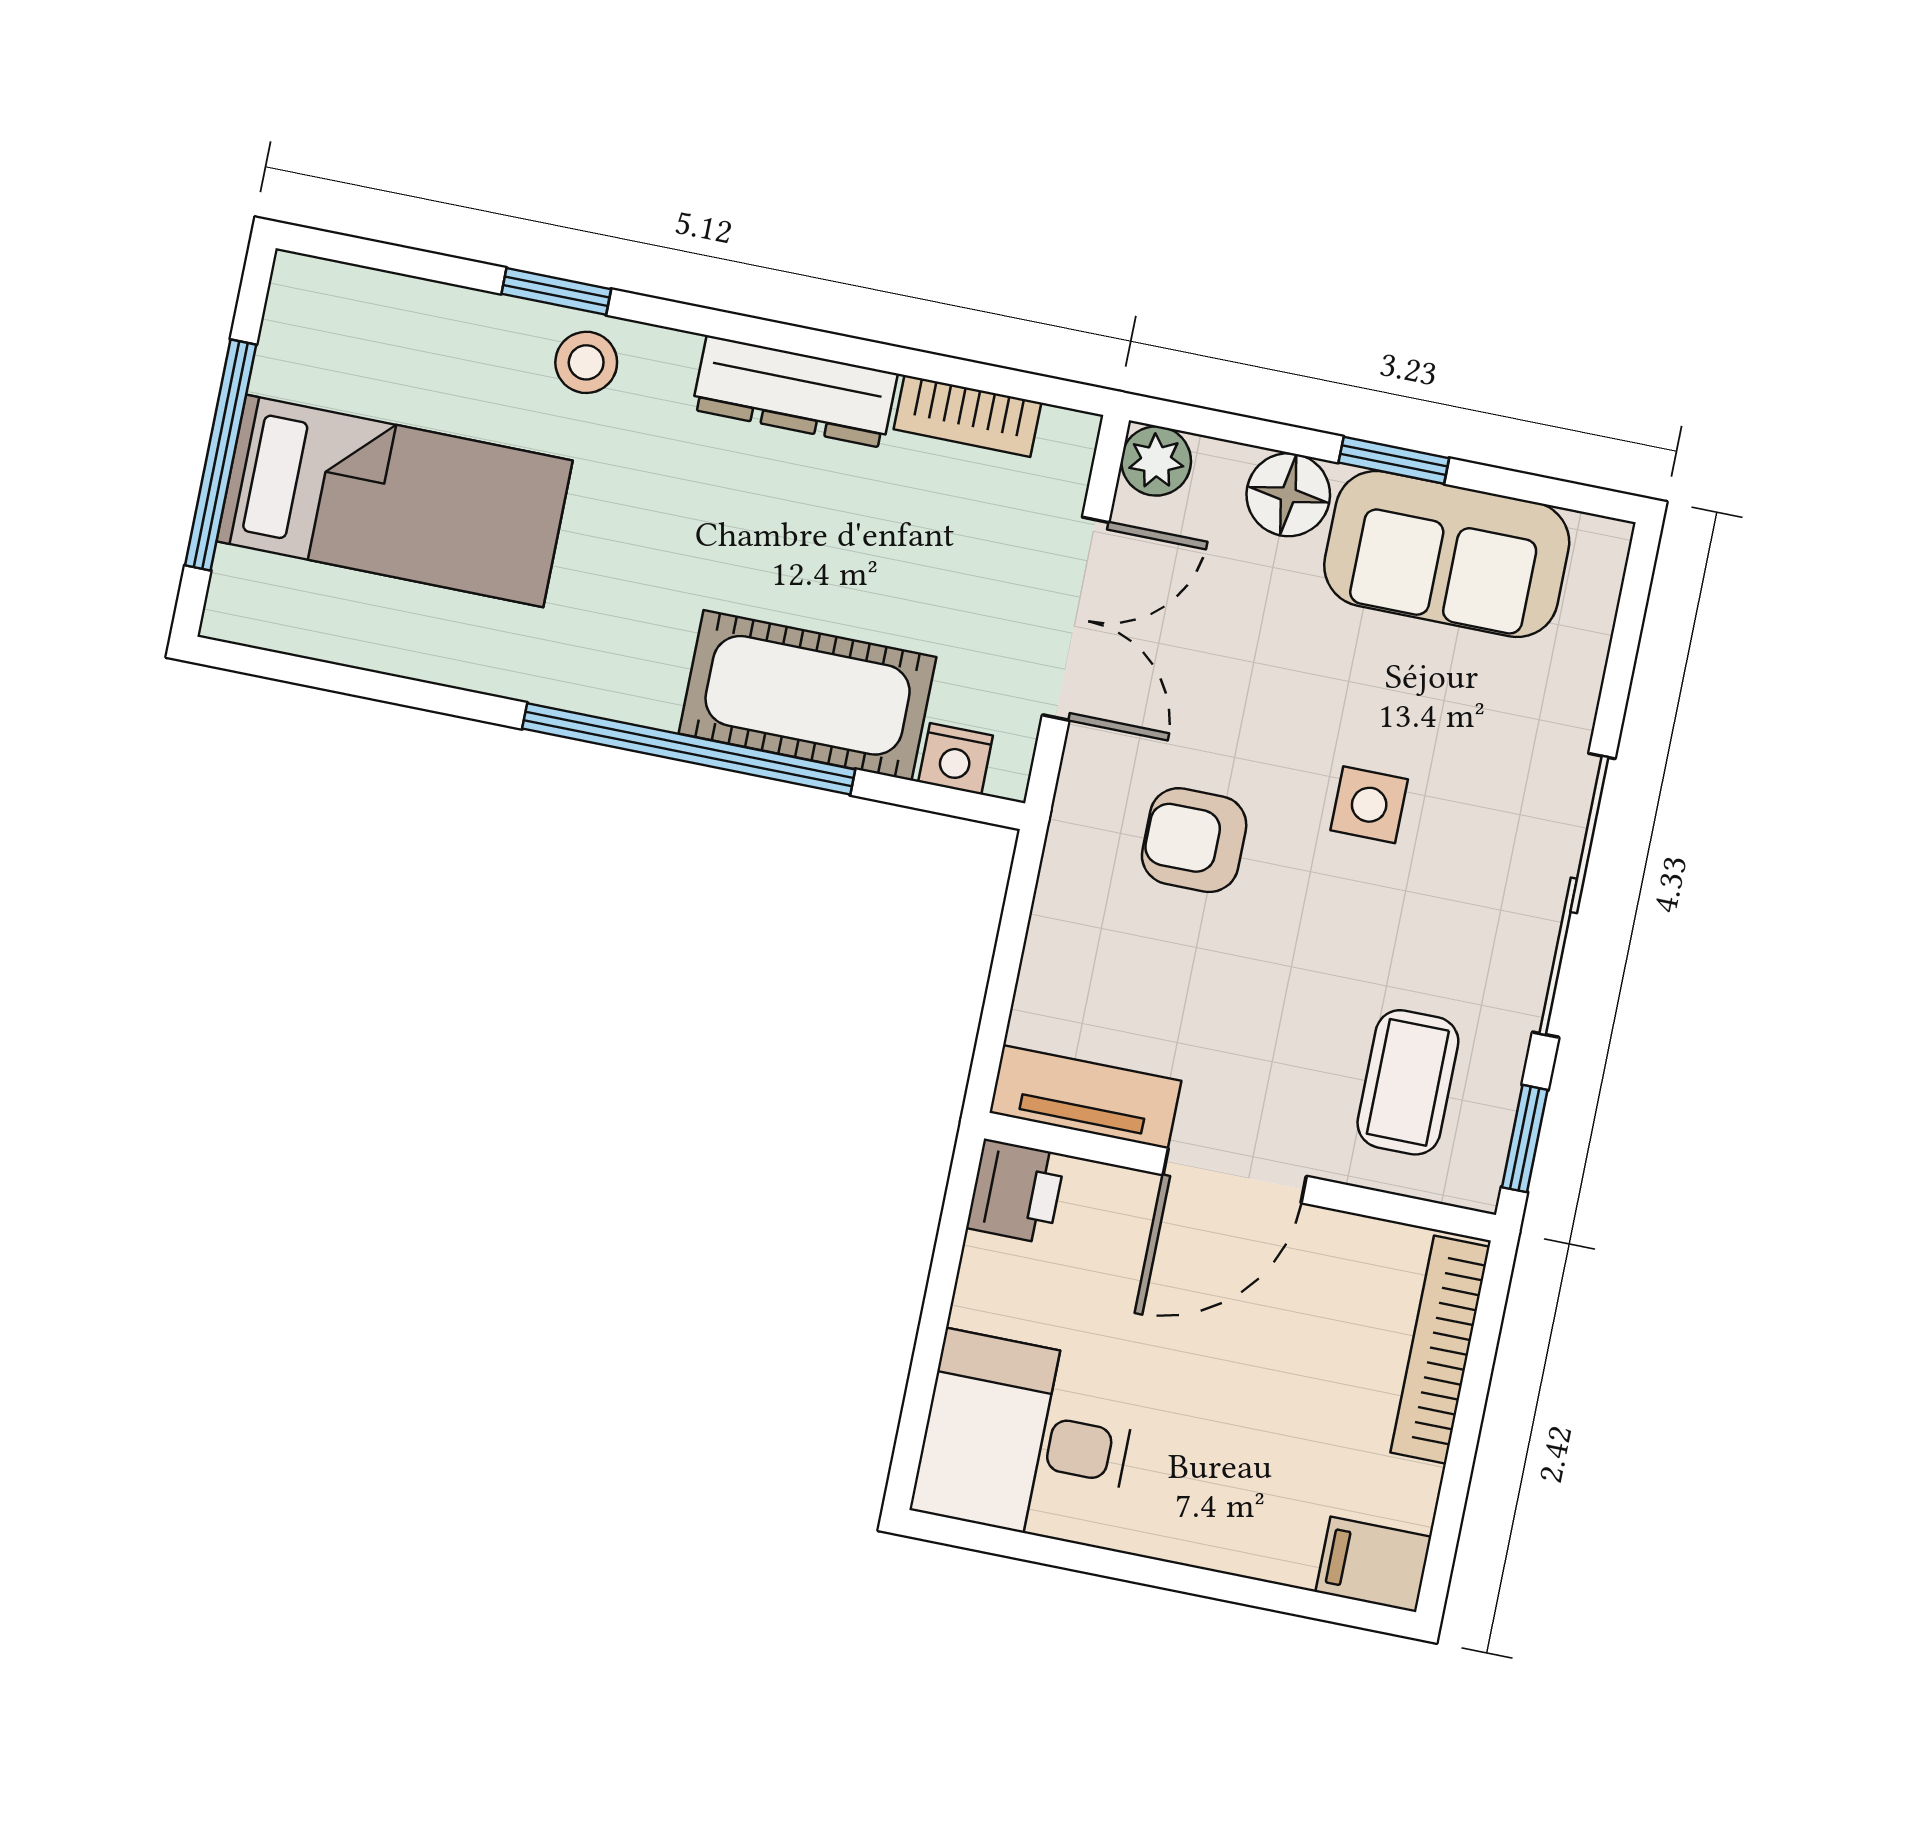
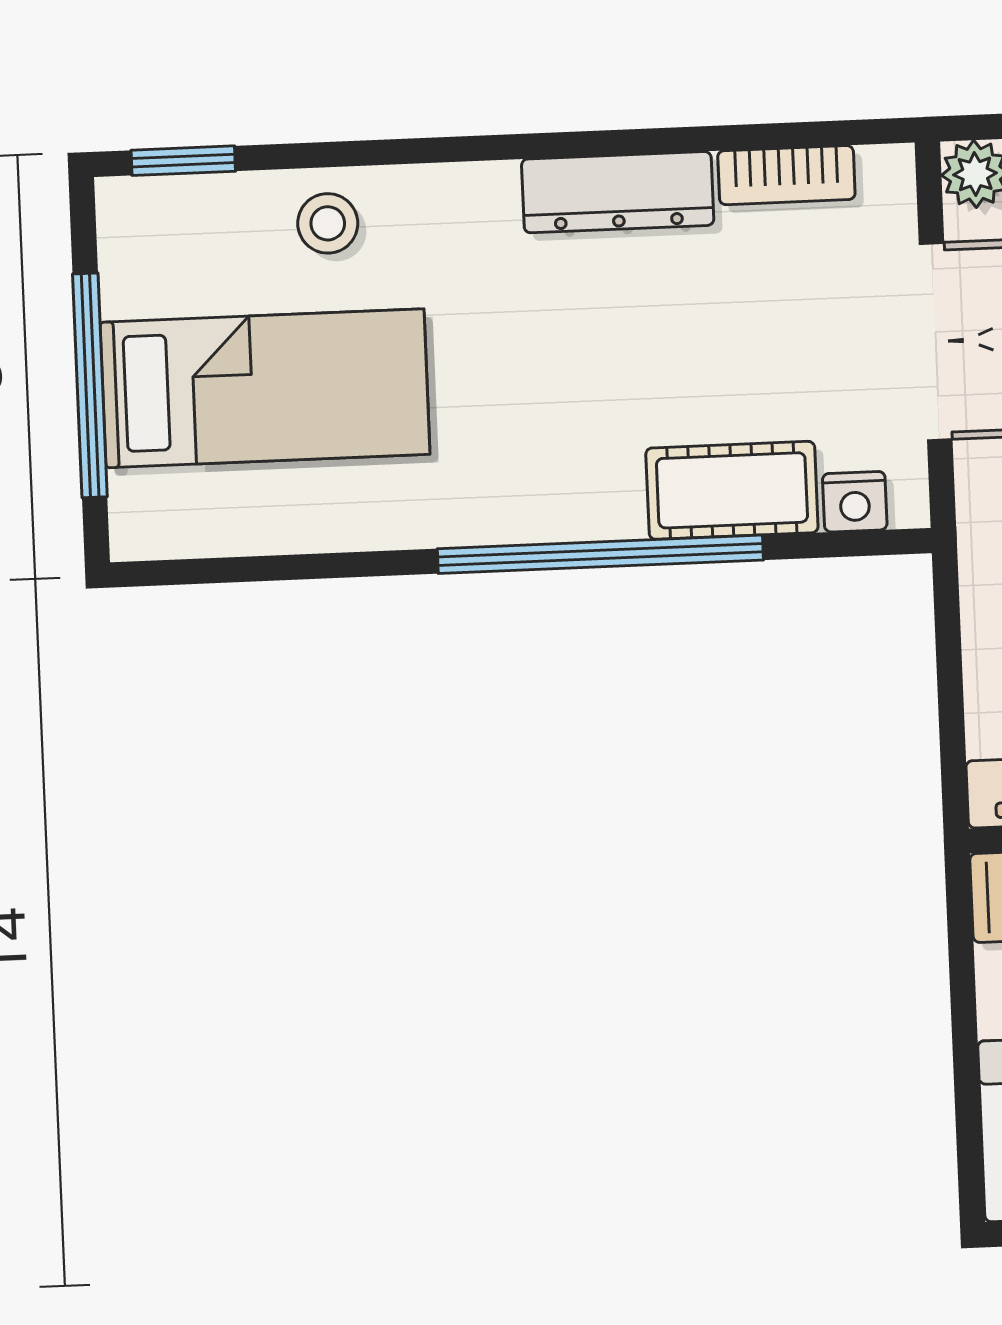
window: (556, 291) -> (183, 161), moved
stool: (586, 362) -> (328, 223), moved
cot: (808, 695) -> (732, 490), width x0.73, depth x0.75

